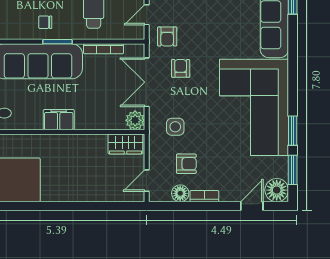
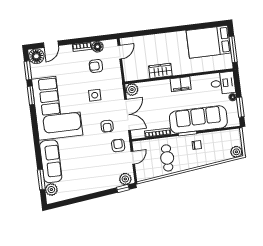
side table: (175, 127) -> (95, 95), moved
wardrobe: (125, 144) -> (160, 71), moved

